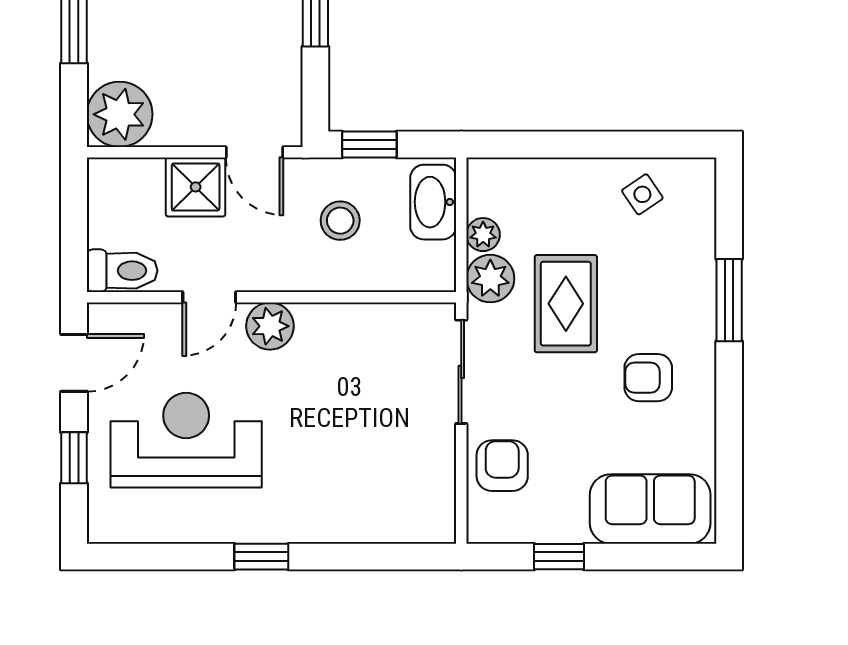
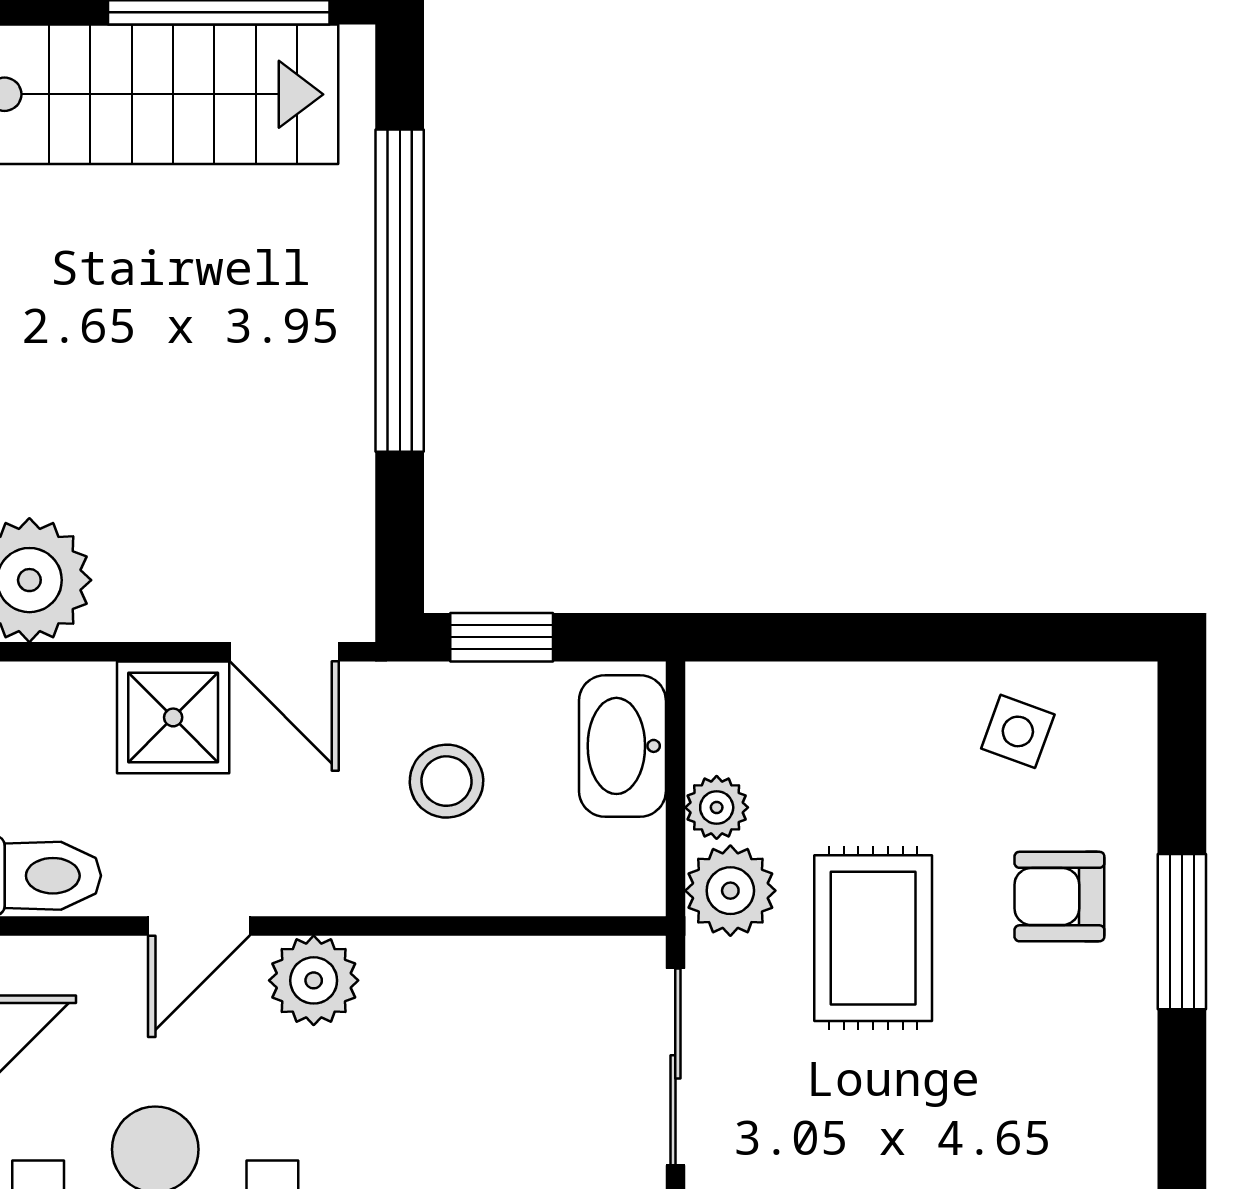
side table: (642, 194) -> (1018, 731), turned -36
armchair: (648, 378) -> (1059, 897), moved

